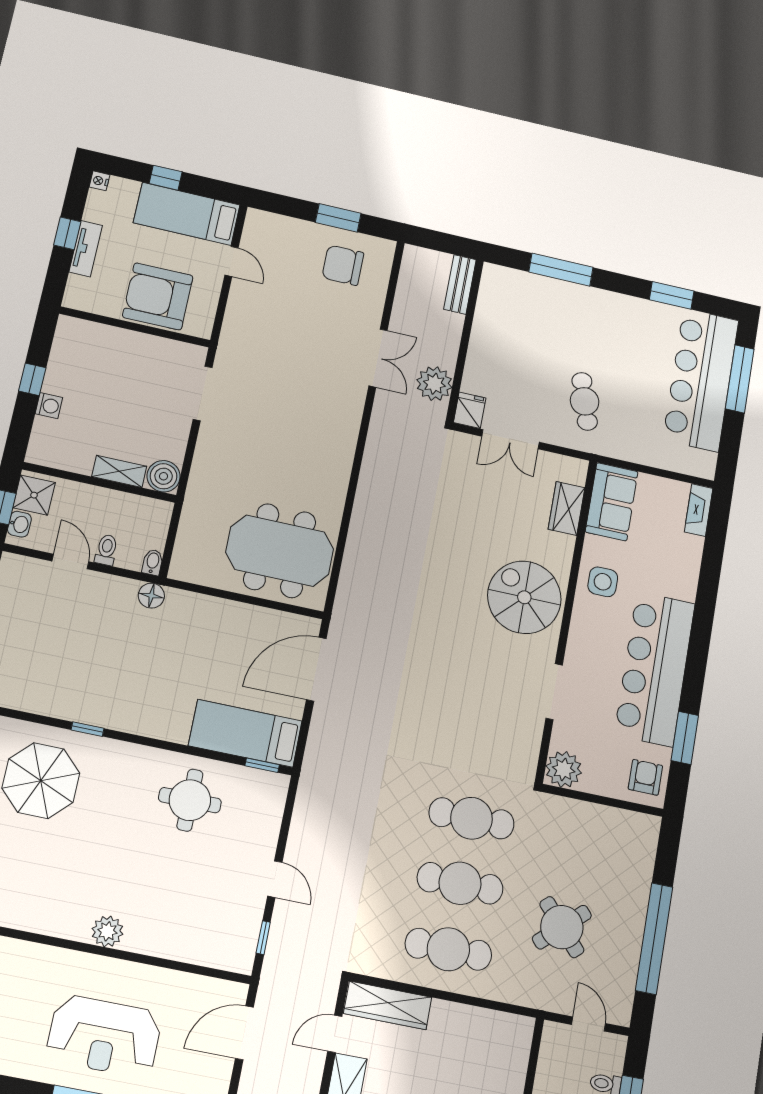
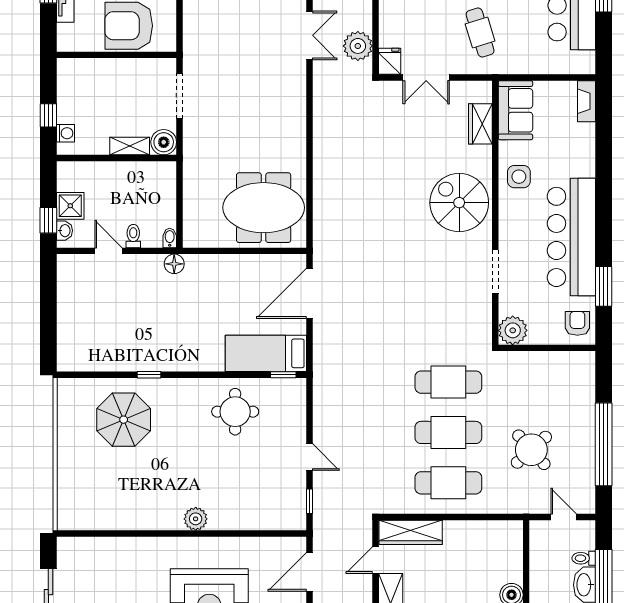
shelving: (119, 471) -> (130, 146), moved
boiler: (164, 476) -> (164, 142), moved
wall: (99, 482) -> (117, 158), moved

